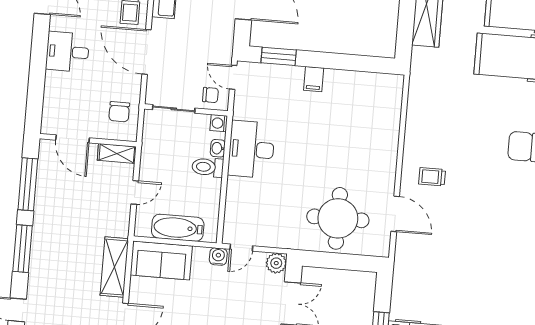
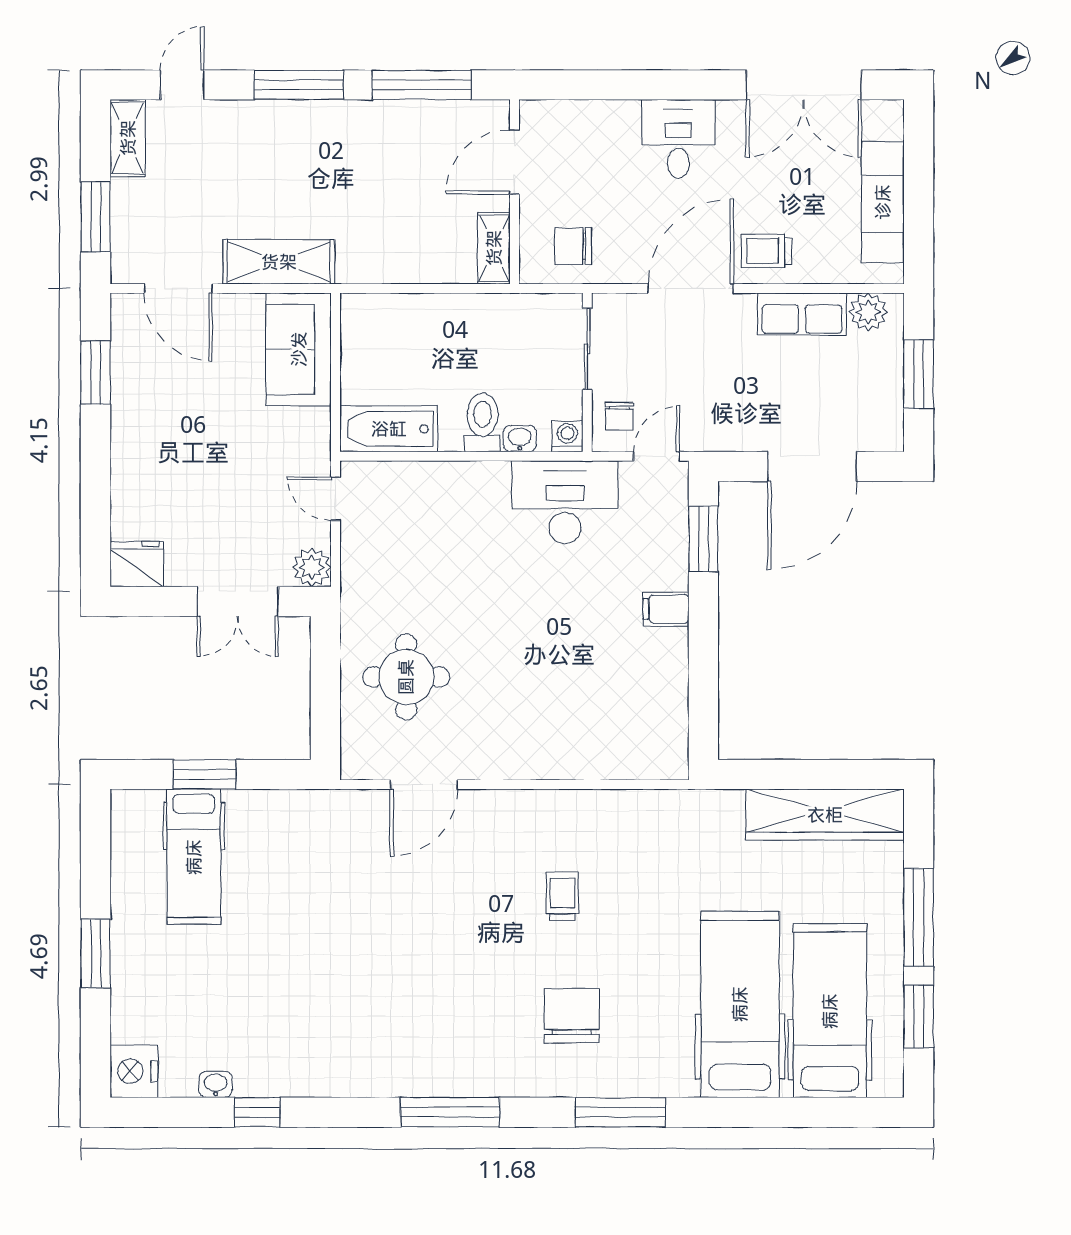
desk: (251, 149) -> (565, 502), moved
trolley: (432, 177) -> (562, 896), moved
door: (135, 192) -> (423, 288), removed
round table: (338, 218) -> (406, 677), width x0.73, depth x0.73
bathtub: (178, 228) -> (389, 429), moved, turned -90
water cooler: (218, 257) -> (315, 457), removed

